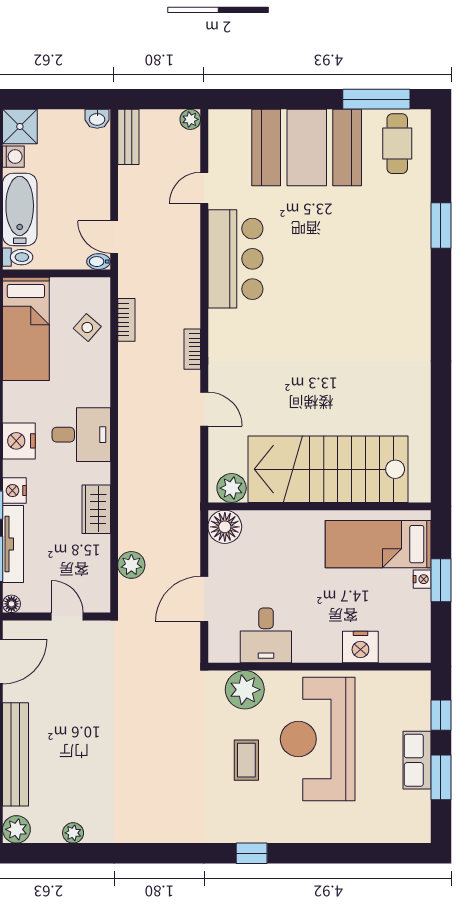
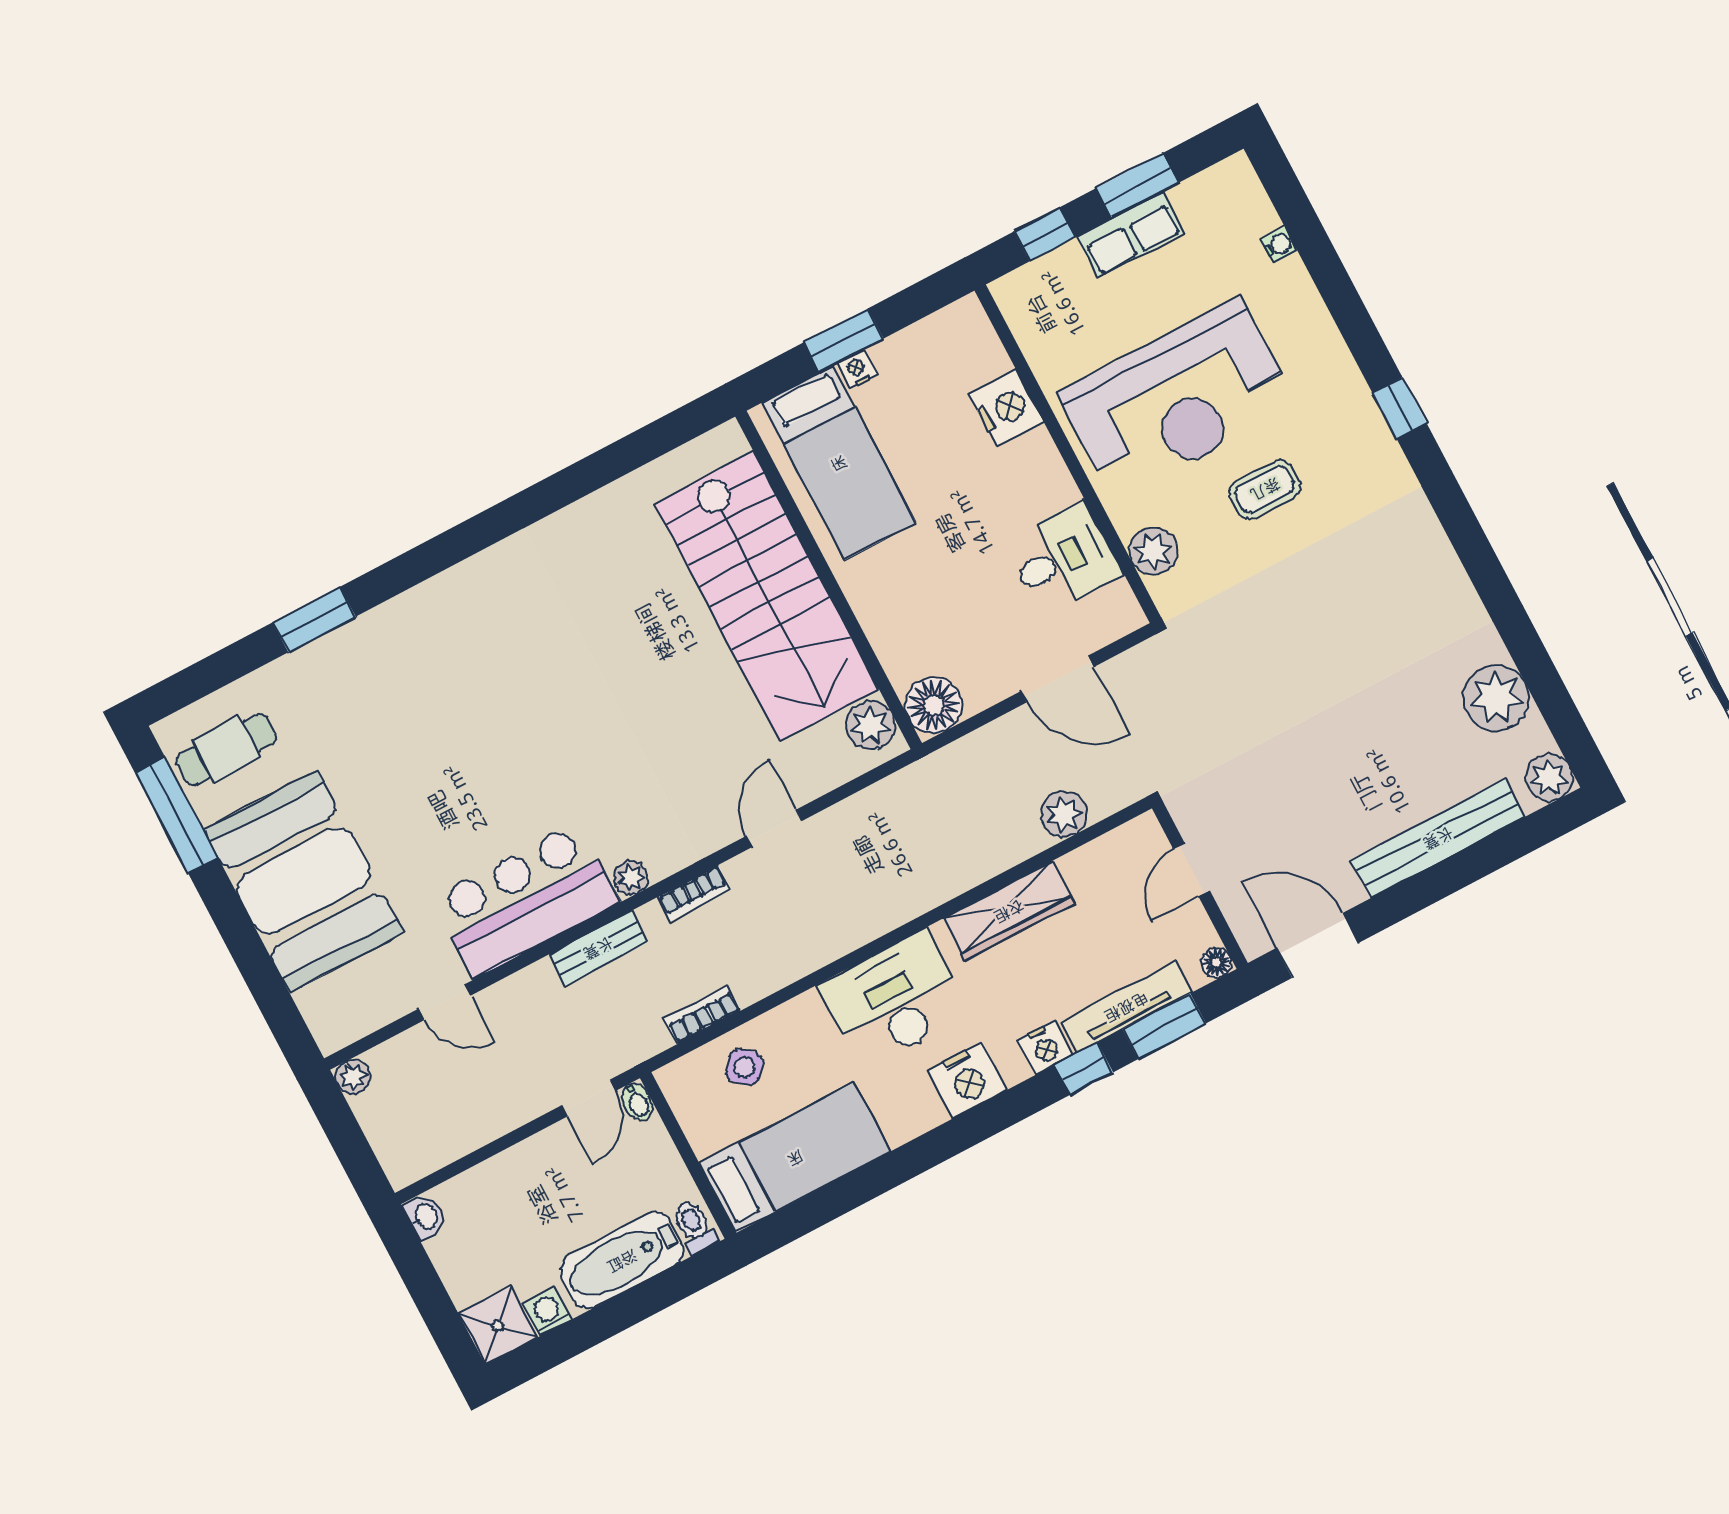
bench: (128, 137) -> (598, 948), moved
plant: (218, 320) -> (631, 878), added
desk: (81, 435) -> (894, 1000), width x1.37
wardrobe: (96, 509) -> (1009, 911), width x1.50
plant: (245, 690) -> (1153, 551), width x0.73, depth x0.73
plant: (73, 833) -> (1496, 698), width x1.87, depth x1.87
water cooler: (371, 835) -> (1279, 245), added

